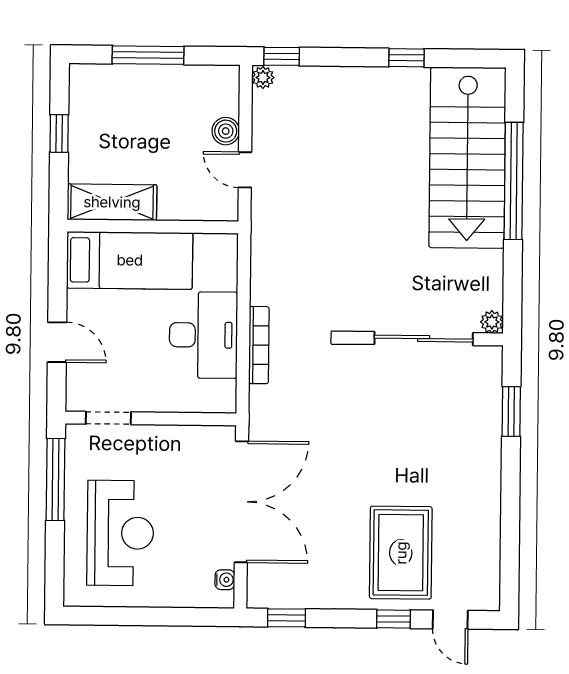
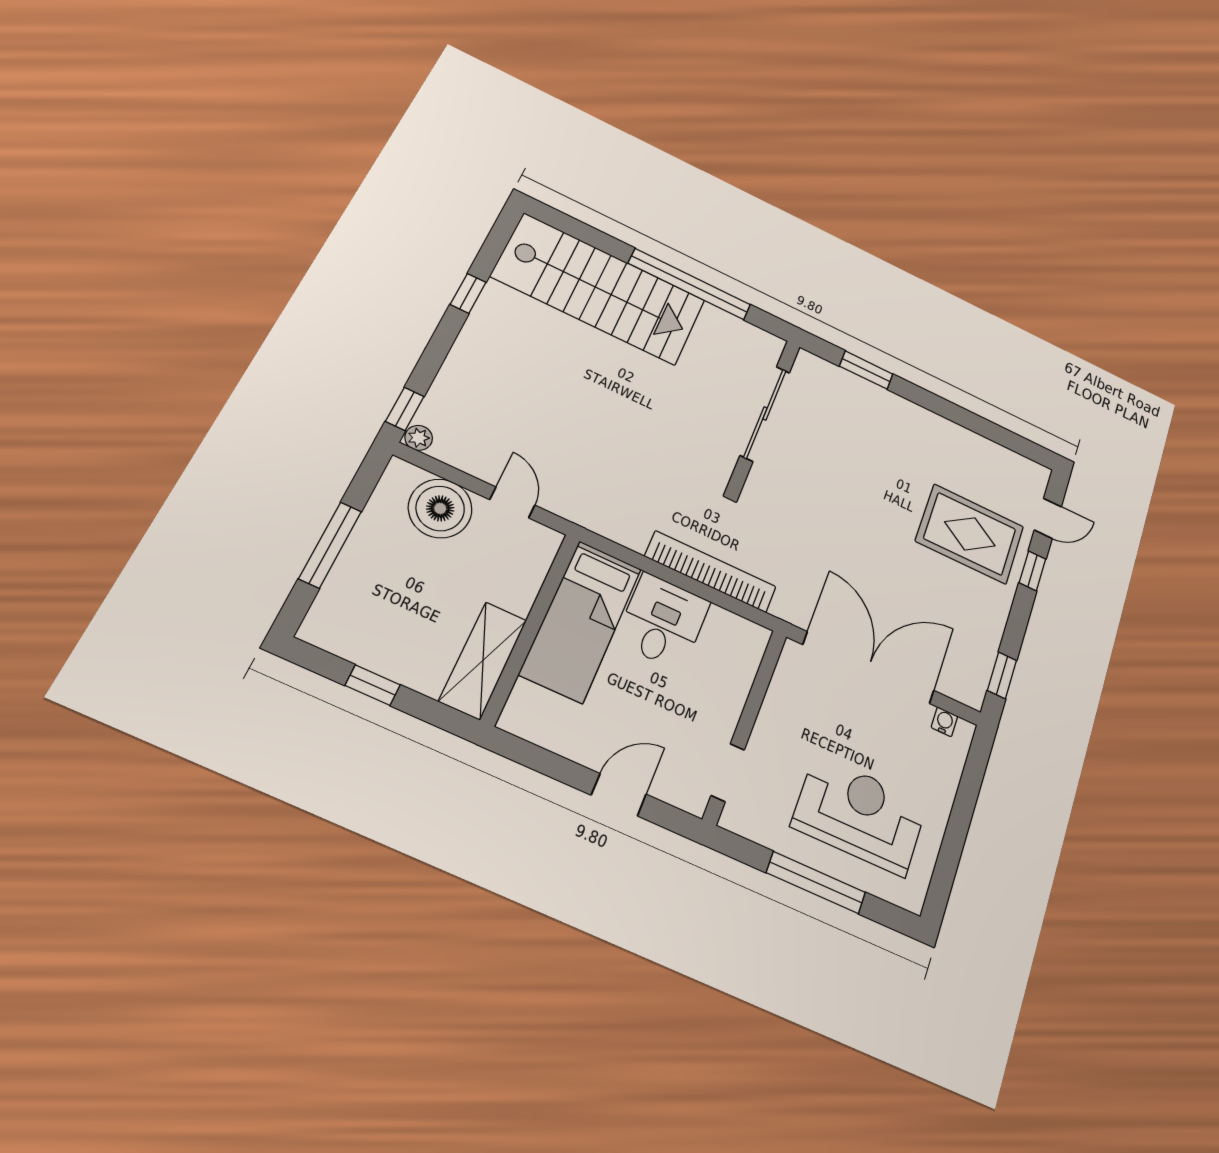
boiler: (226, 131) -> (440, 508), width x1.86, depth x1.86
door: (245, 170) -> (512, 502), swing flipped
window: (514, 181) -> (689, 284), moved
bed: (130, 260) -> (581, 621), moved, turned 180
plant: (492, 322) -> (773, 345), removed
desk: (203, 335) -> (663, 621), width x0.73
bookcase: (259, 345) -> (711, 572), width x1.48, depth x1.31
window: (56, 479) -> (816, 882), moved

